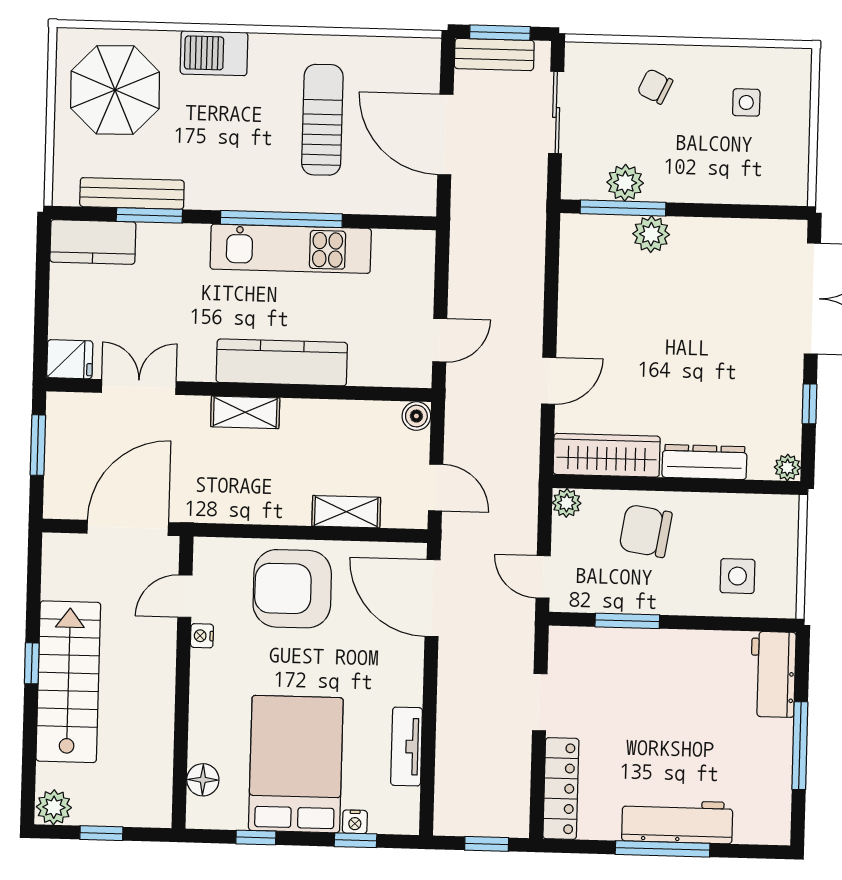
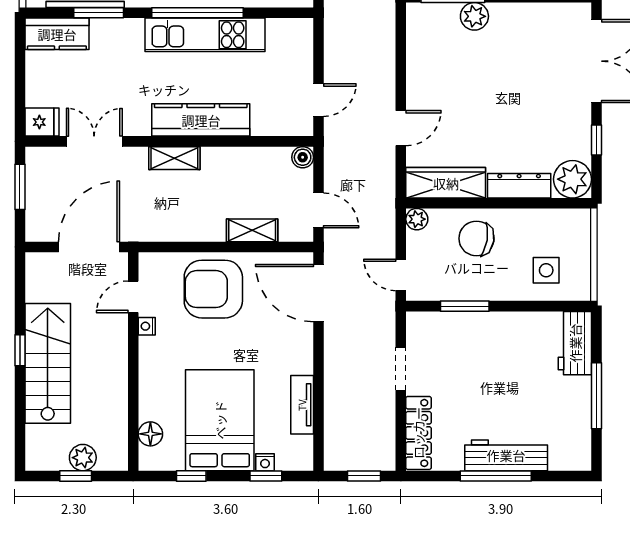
plant: (787, 467) -> (573, 179), width x1.87, depth x1.87
plant: (54, 807) -> (83, 458), moved

